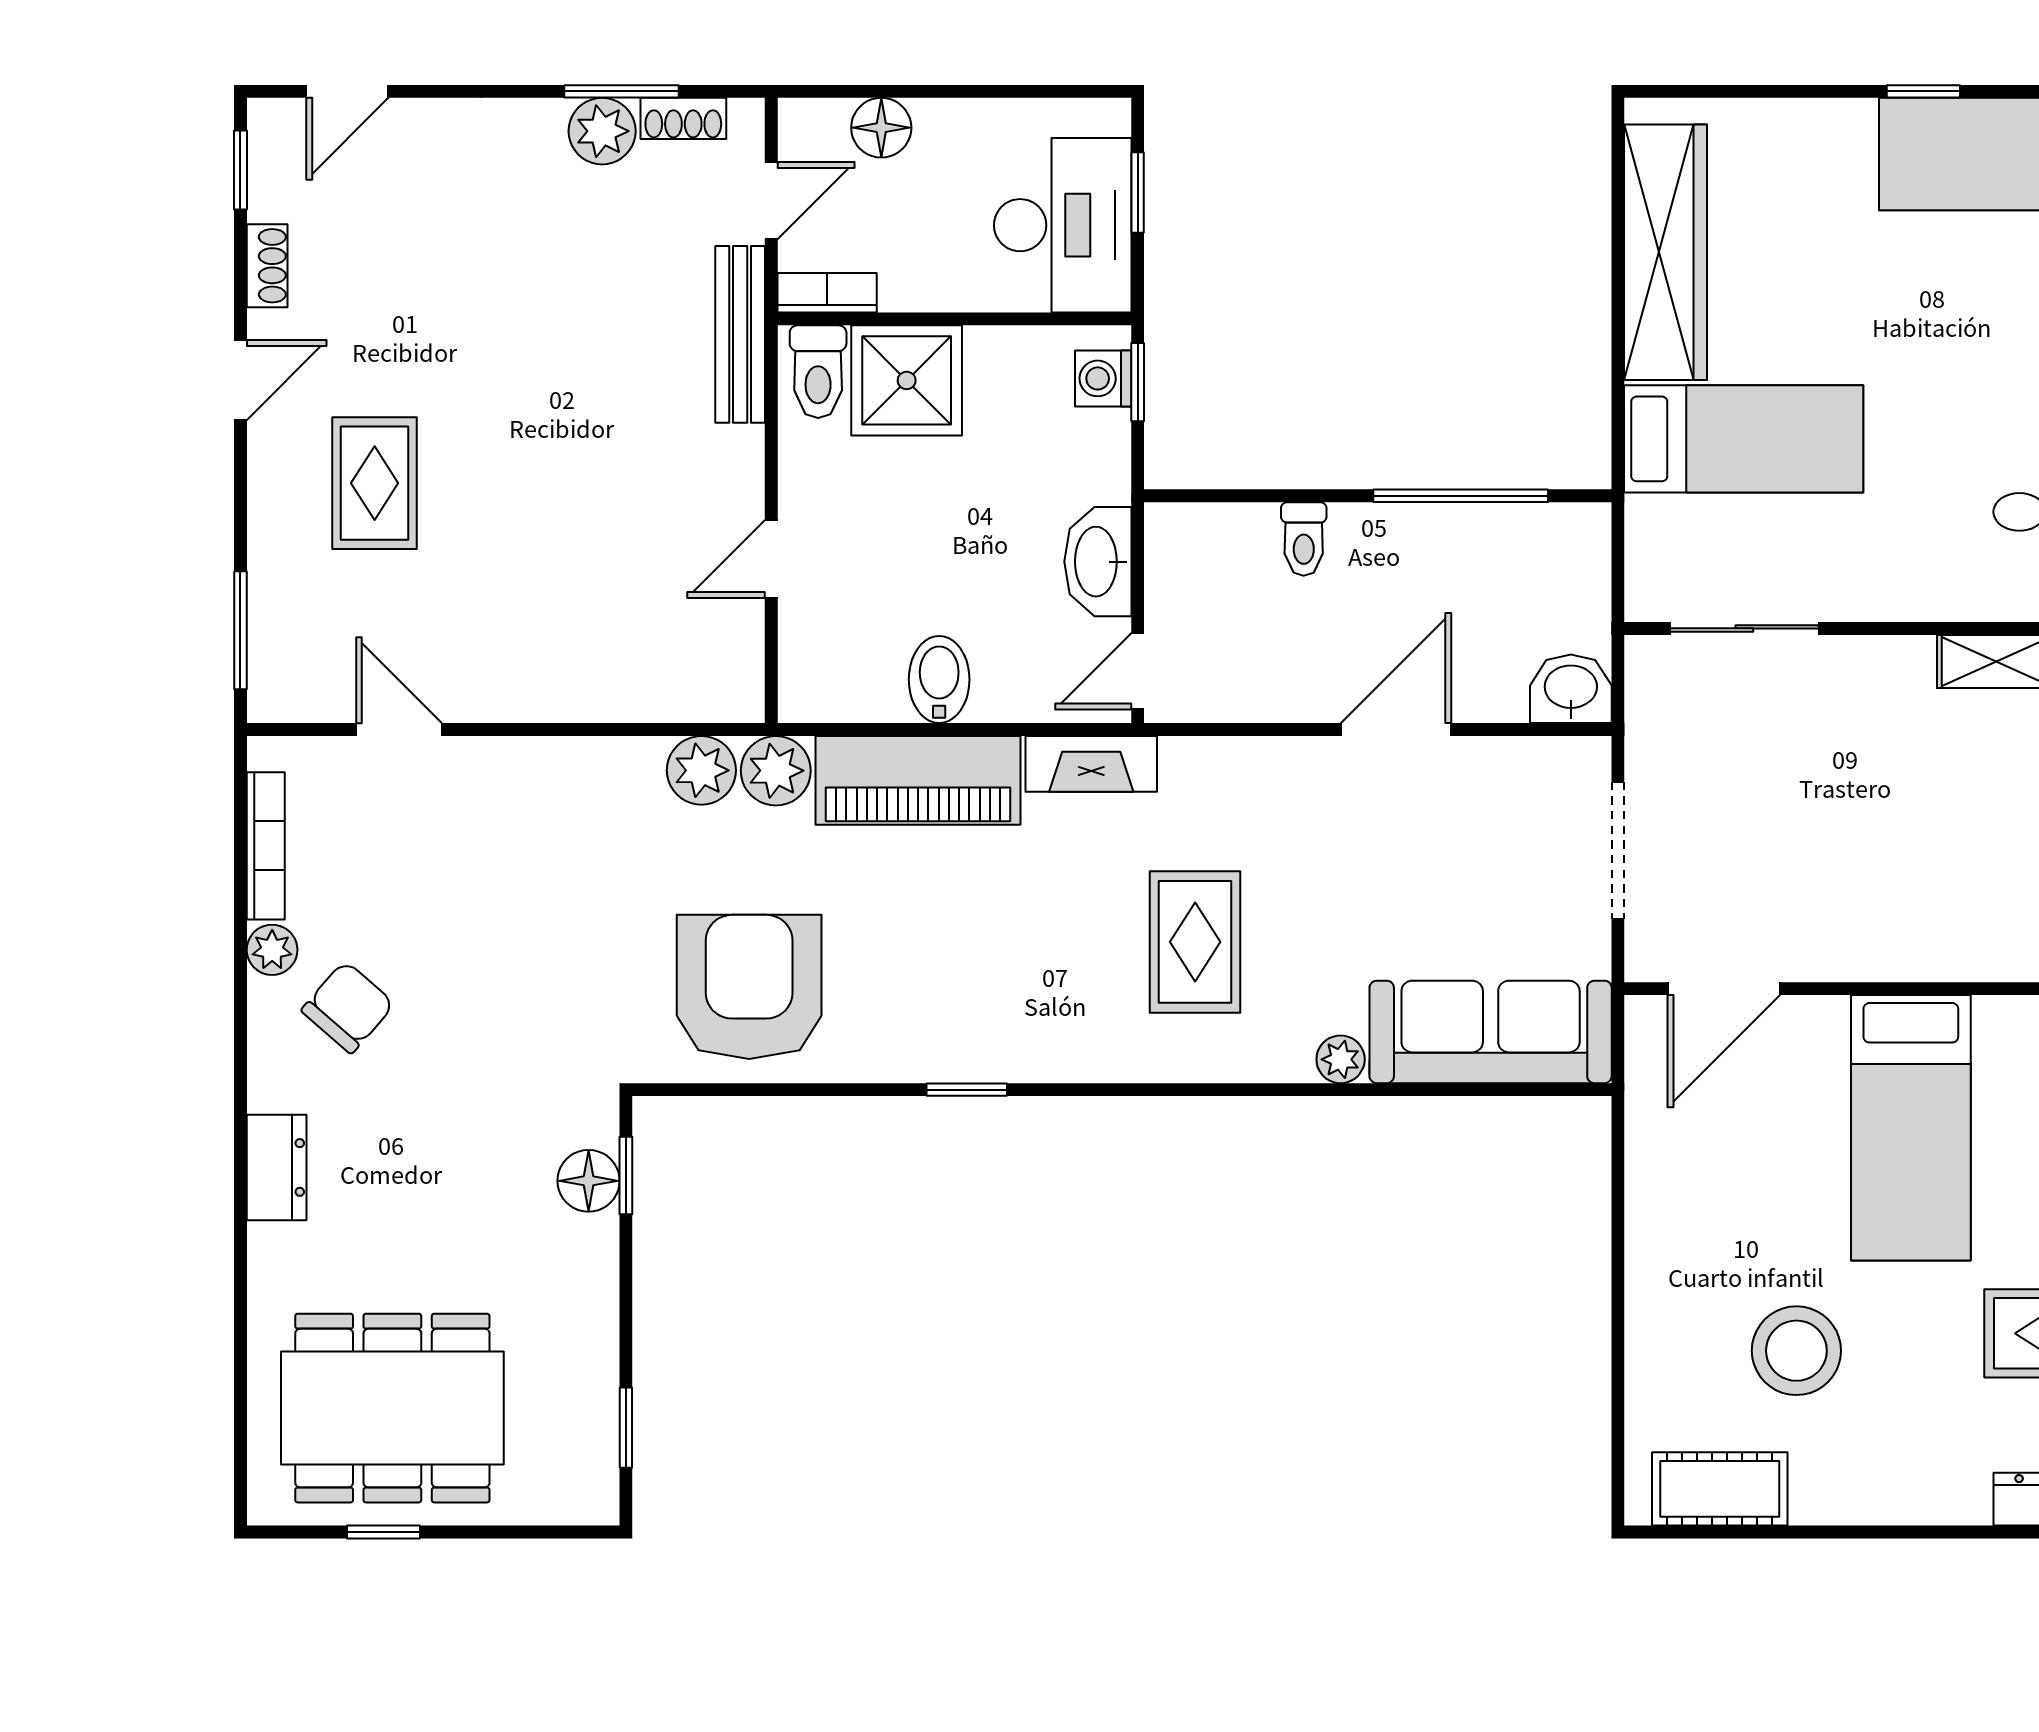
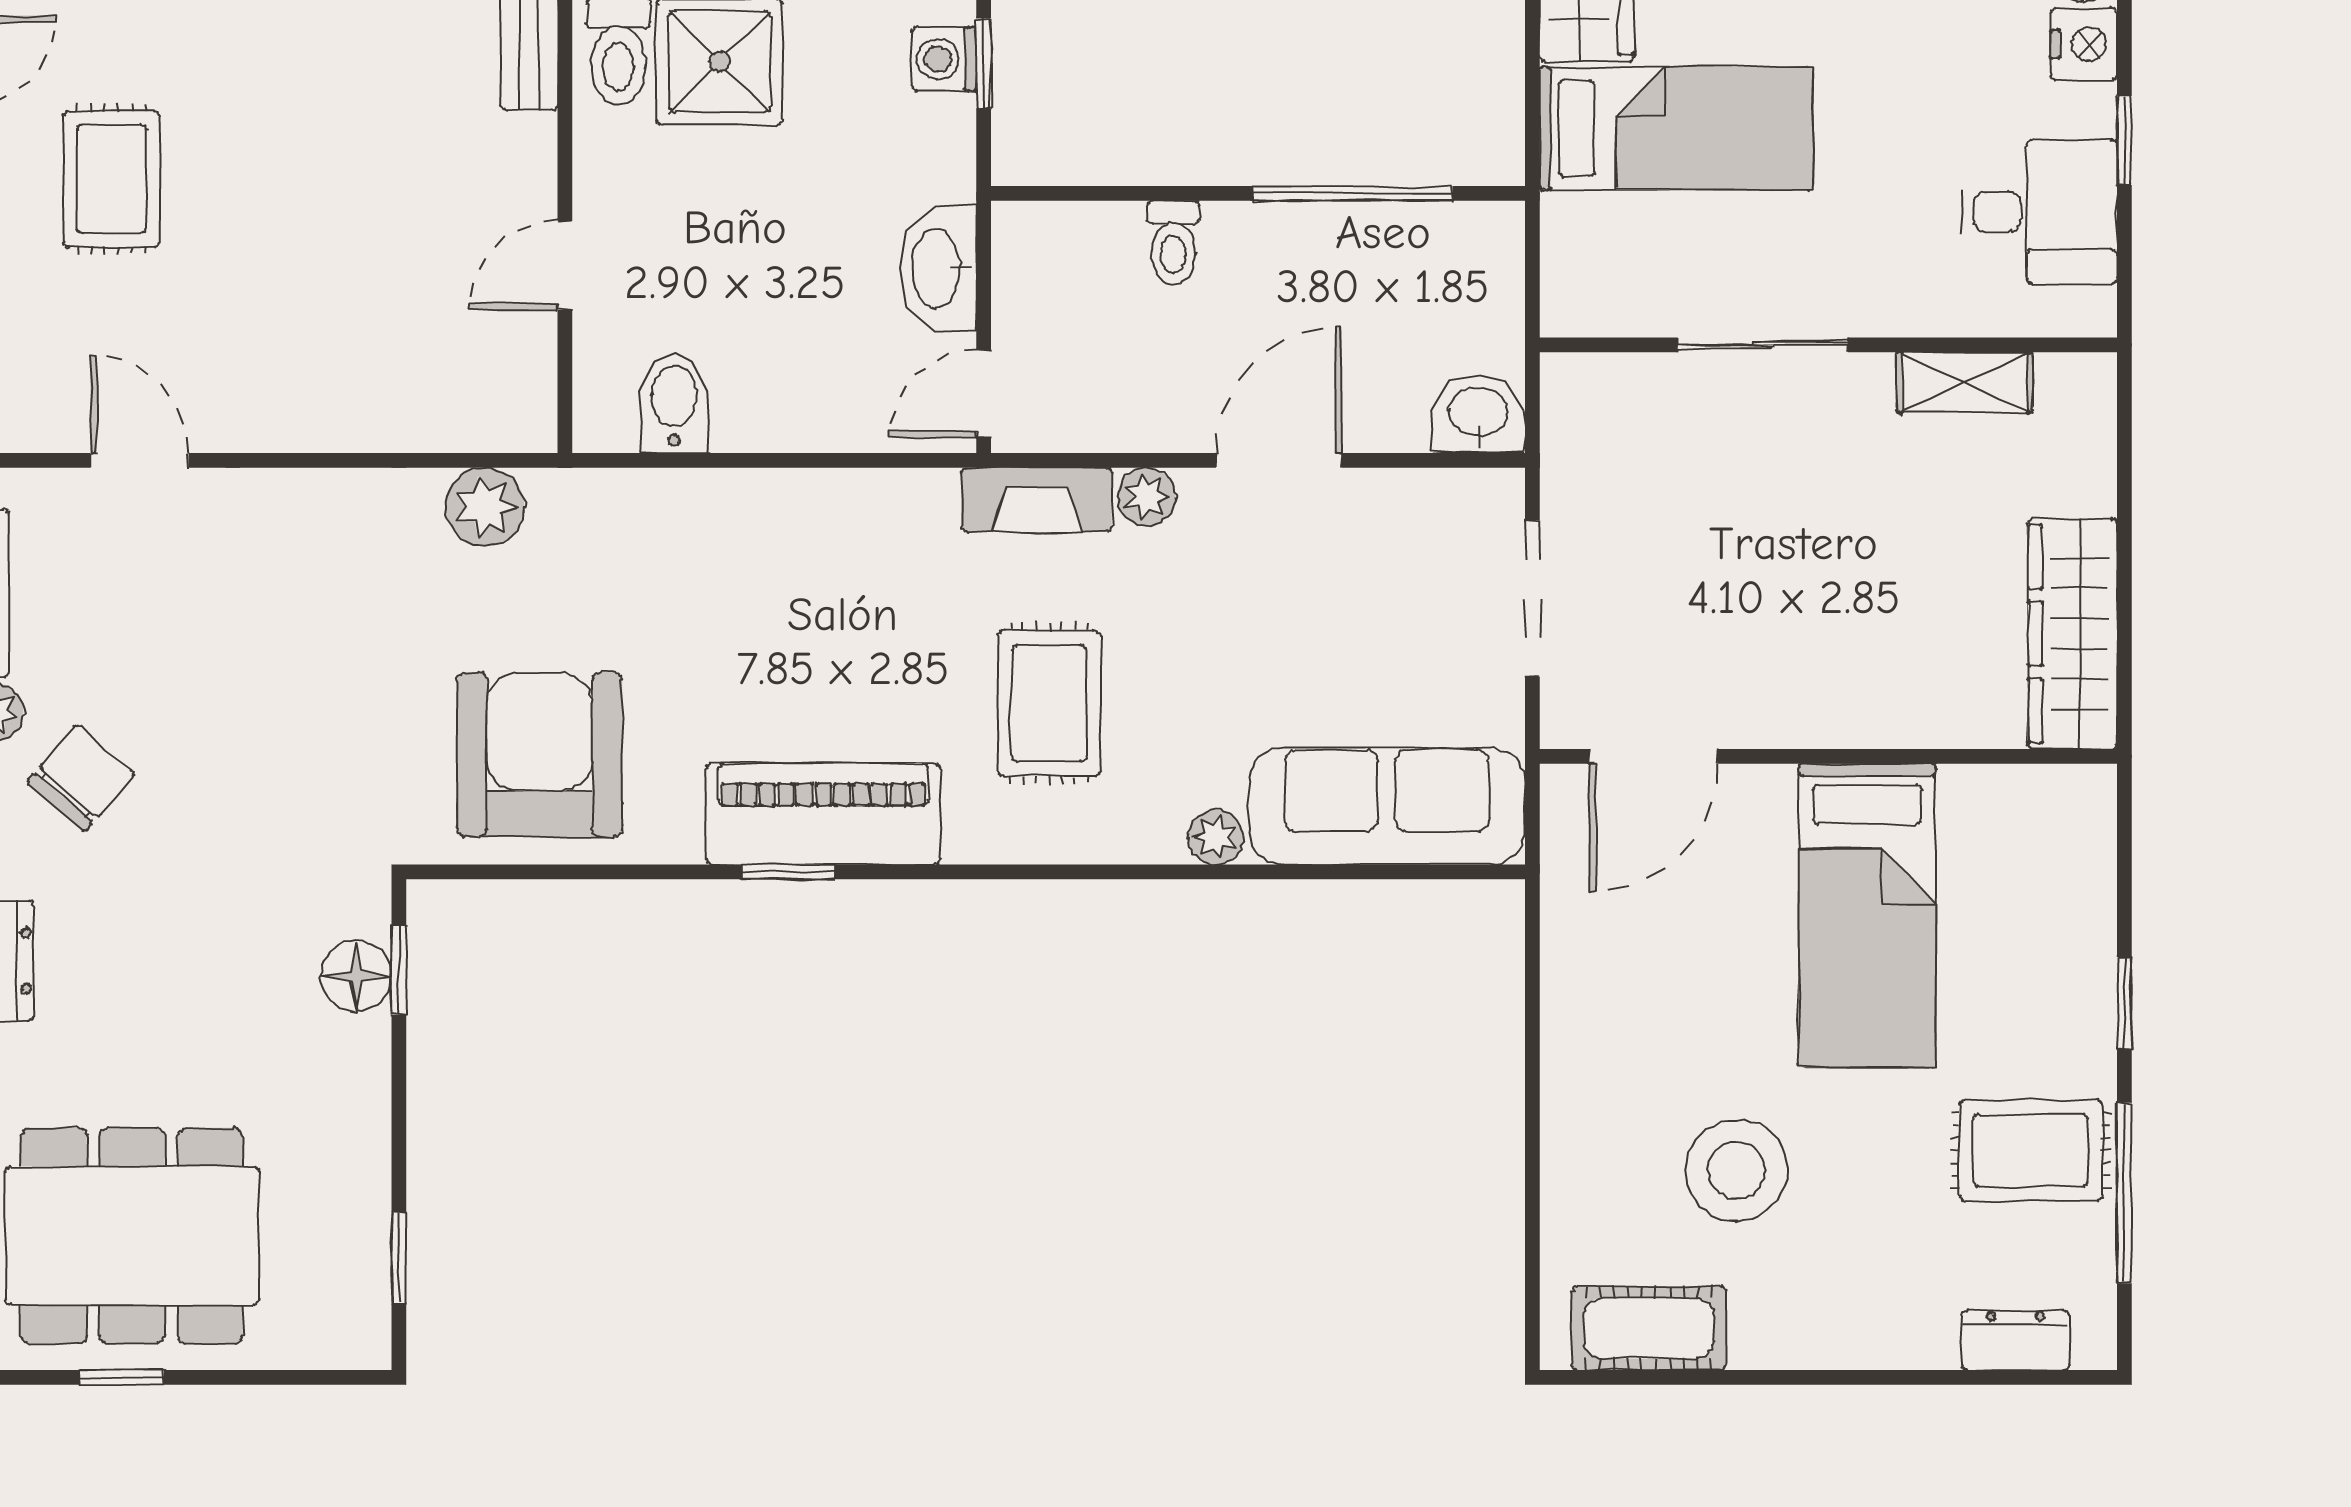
sliding door: (1744, 628) -> (1763, 345), moved
bidet: (939, 680) -> (674, 403), moved
fireplace: (1091, 764) -> (1037, 500), moved
plant: (776, 771) -> (1146, 497), moved, width x0.73, depth x0.73
piano: (918, 780) -> (823, 814), moved, turned 180

